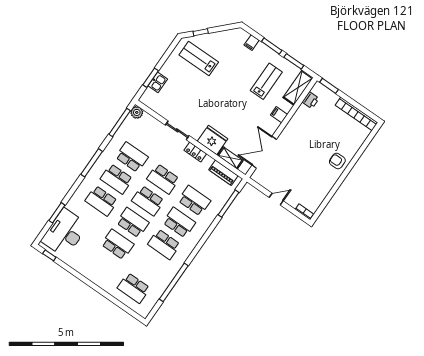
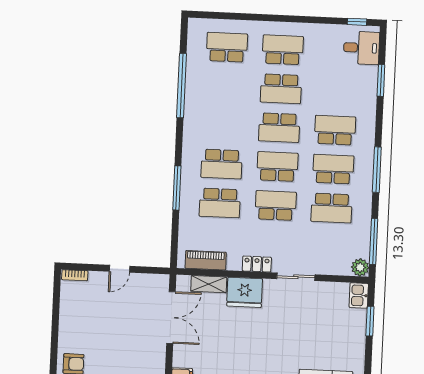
kitchen sink: (158, 82) -> (359, 295), moved
window: (229, 204) -> (177, 188), moved
desk: (65, 233) -> (361, 48), width x0.53, depth x0.77
school desk: (164, 244) -> (283, 50), moved

